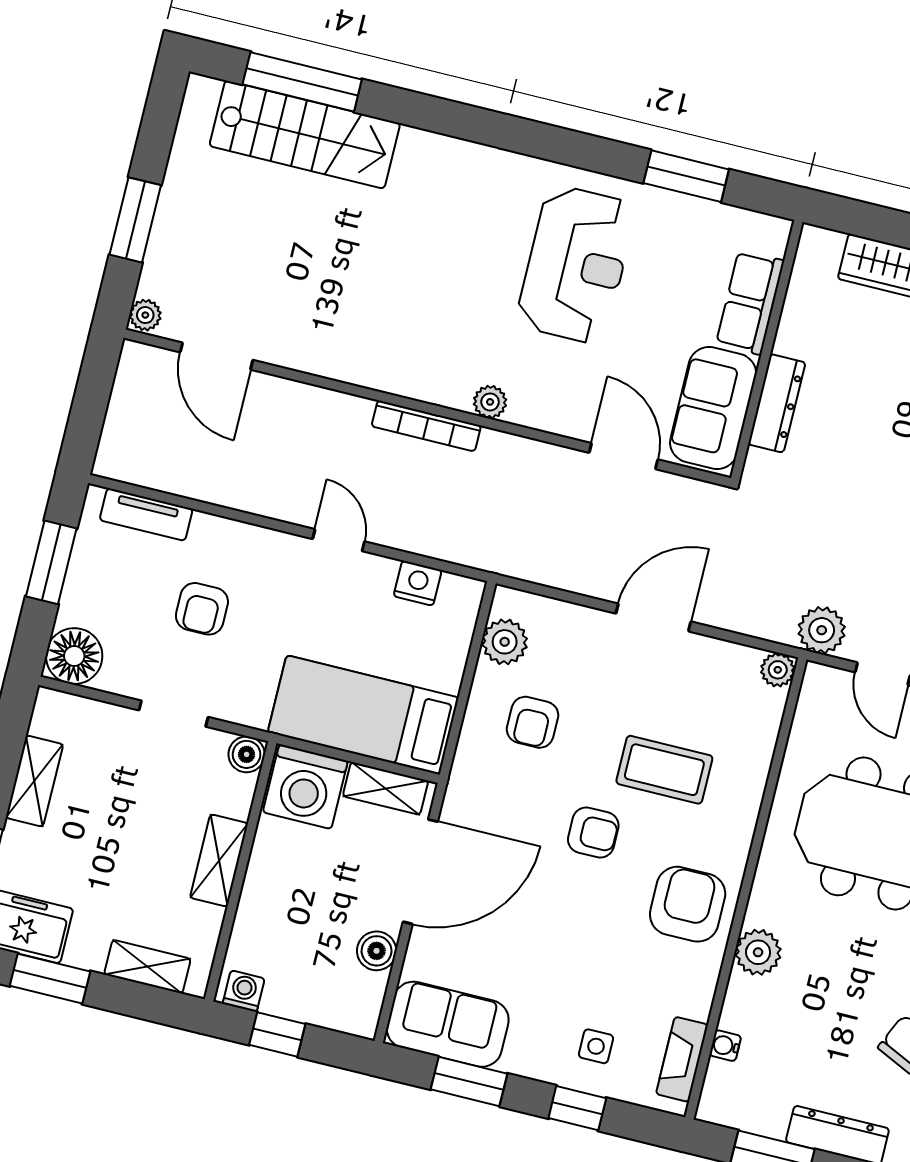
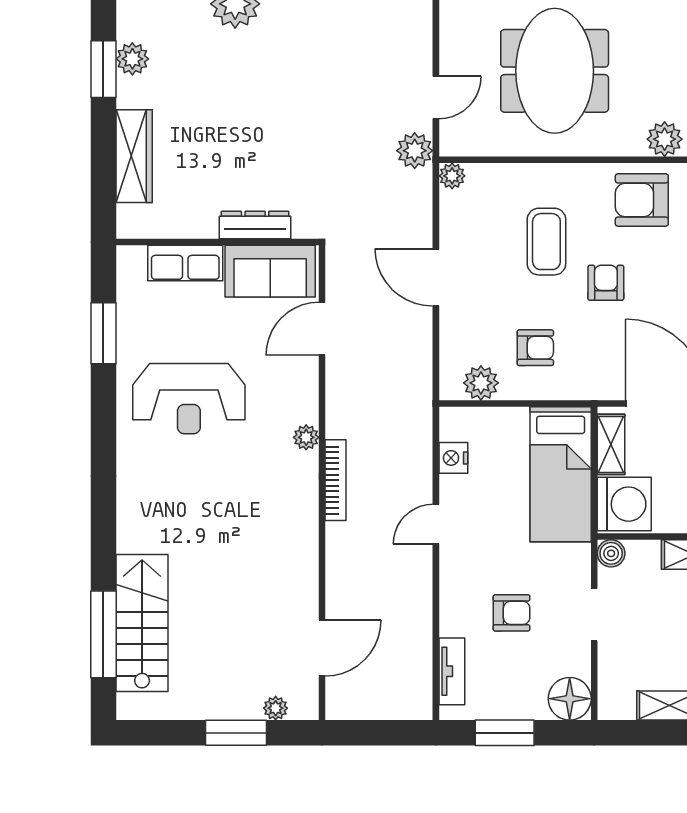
reception desk: (576, 265) -> (189, 399), turned 180
plant: (145, 315) -> (276, 708), moved

